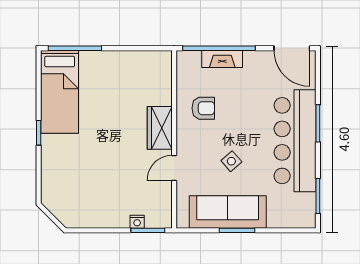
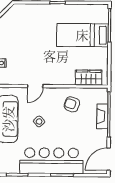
bed: (60, 92) -> (82, 35), moved
armchair: (203, 108) -> (72, 104), turned 109
wardrobe: (160, 128) -> (89, 78), moved
door: (174, 168) -> (35, 86), swing flipped

